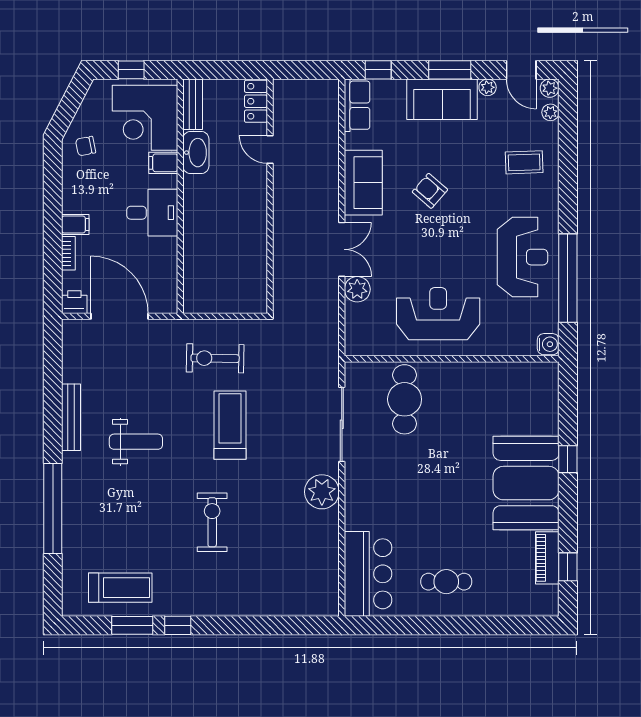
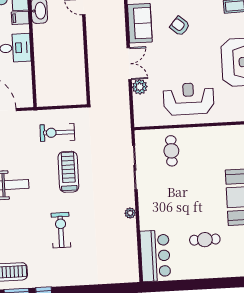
cafe table: (405, 399) -> (171, 151), width x0.73, depth x0.74
plant: (322, 492) -> (130, 213), width x0.53, depth x0.53
cafe table: (446, 582) -> (205, 240), moved

